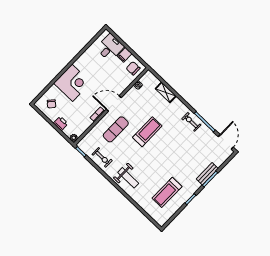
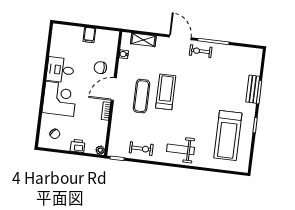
desk: (110, 47) -> (60, 70), moved, turned -90
chair: (133, 68) -> (100, 68), moved
shelving: (166, 92) -> (143, 40), moved
exercise mat: (116, 129) -> (141, 96), moved
door: (226, 142) -> (180, 37), moved
weight bench: (128, 178) -> (181, 149), turned 180
treadmill: (167, 192) -> (228, 136), width x1.37, depth x1.38

